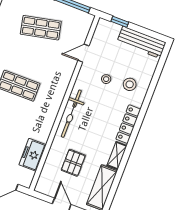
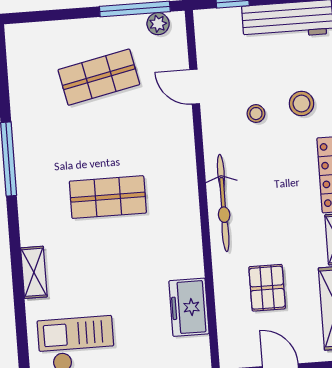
plant: (80, 16) -> (158, 24), added
door: (83, 53) -> (195, 87), hinge flipped

